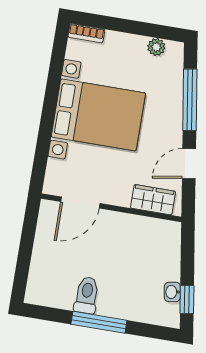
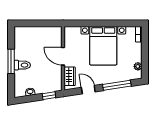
door: (80, 203) -> (63, 56), moved
toilet: (87, 295) -> (22, 65), moved
window: (187, 299) -> (49, 96), moved

